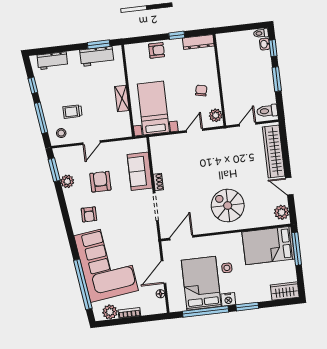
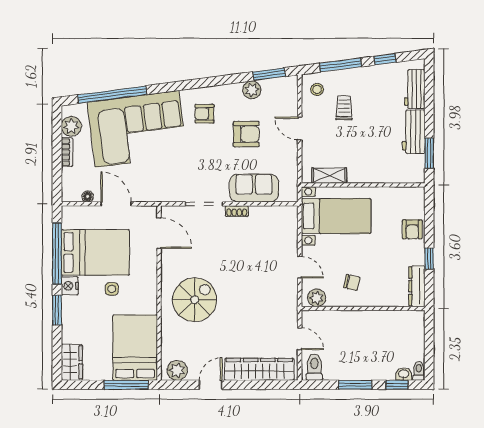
workbench: (97, 56) -> (414, 132), moved
shelving: (122, 98) -> (329, 176), moved

